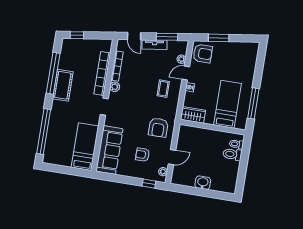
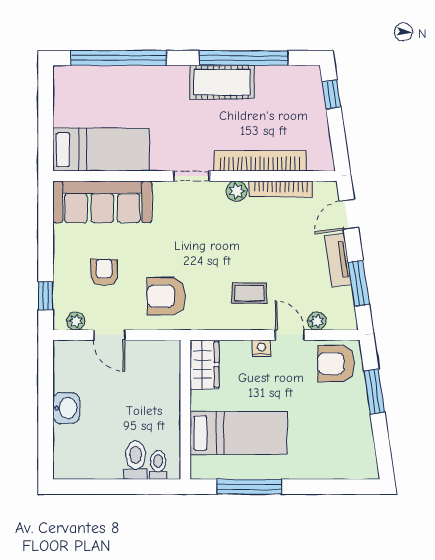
armchair: (203, 54) -> (336, 364), turned 90

